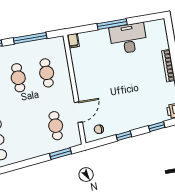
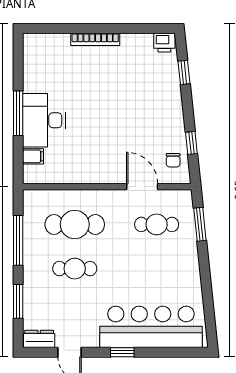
desk: (128, 38) -> (44, 120), moved
filing cabinet: (73, 41) -> (33, 156), moved
cafe table: (47, 73) -> (75, 224), width x1.37, depth x1.35
window: (124, 136) -> (191, 143), moved

